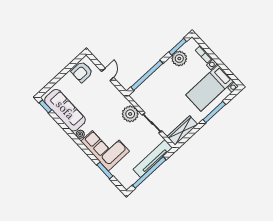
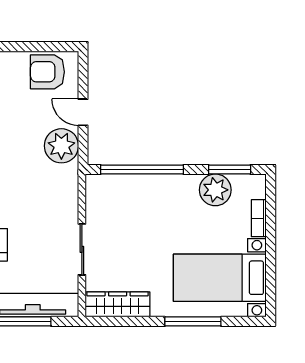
door: (108, 74) -> (83, 112), swing flipped
plant: (130, 114) -> (61, 146), moved

